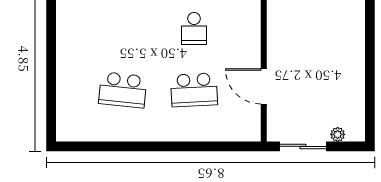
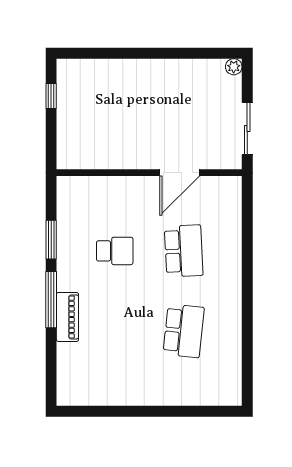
plant: (338, 134) -> (234, 67), moved

